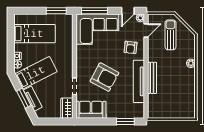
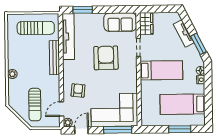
window: (56, 11) -> (180, 129), moved
bed: (36, 73) -> (161, 70), moved, turned -153
armchair: (104, 77) -> (106, 58), turned 61
tv unit: (139, 81) -> (68, 37), moved
window: (24, 98) -> (198, 44), moved
sun lounger: (169, 105) -> (36, 28), added

